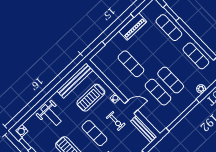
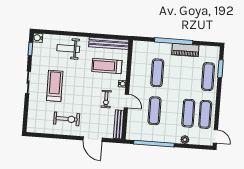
exercise mat: (171, 80) -> (188, 113), moved
weight bench: (51, 115) -> (68, 49), turned 90
exercise mat: (94, 133) -> (84, 92), removed

